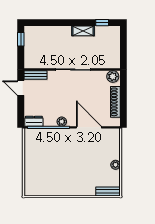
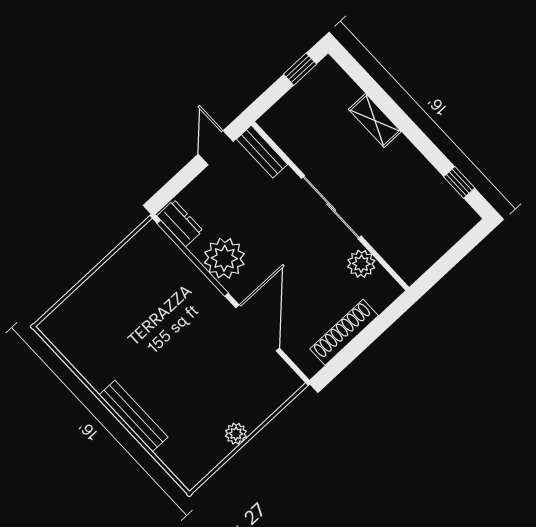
shelving: (83, 31) -> (375, 120), moved
plant: (113, 77) -> (361, 264), moved
plant: (62, 122) -> (224, 258), width x1.88, depth x1.88
bench: (108, 192) -> (133, 416), moved, width x1.36

